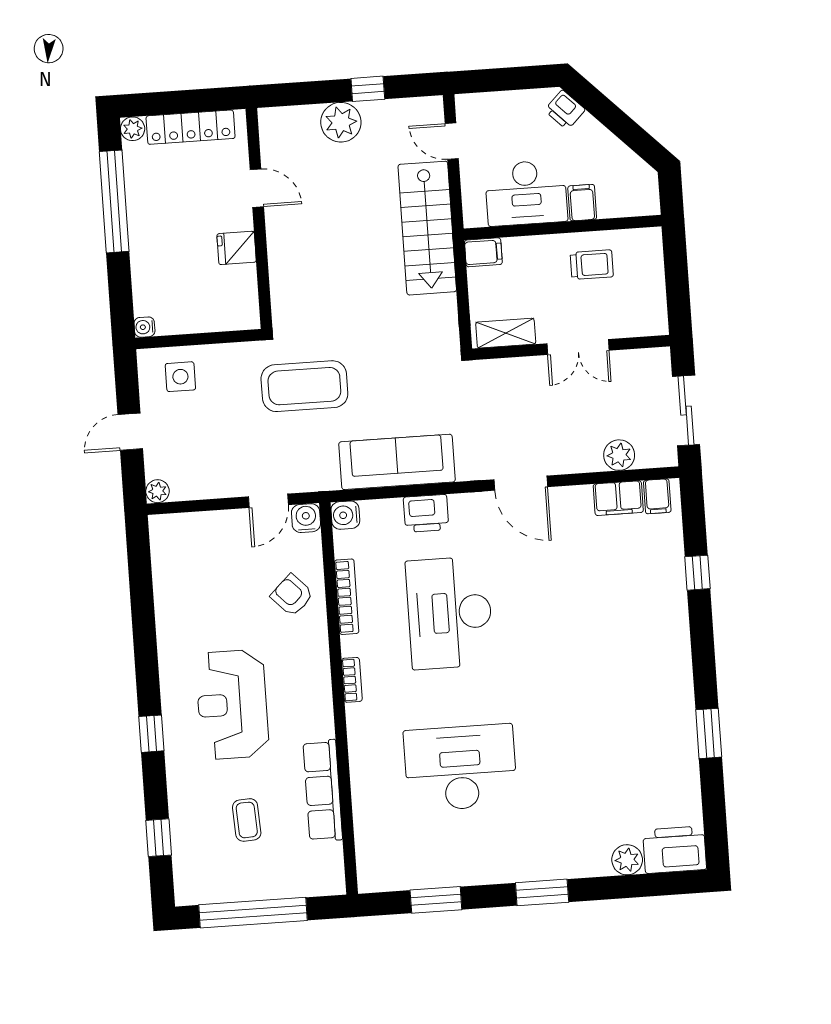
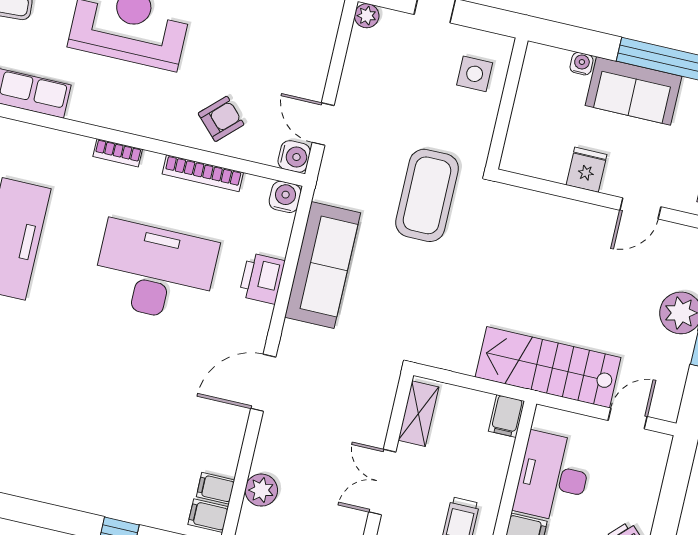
sofa: (152, 227) -> (633, 91), added
water cooler: (144, 327) -> (582, 64), moved
filing cabinet: (618, 498) -> (216, 488), width x0.50

